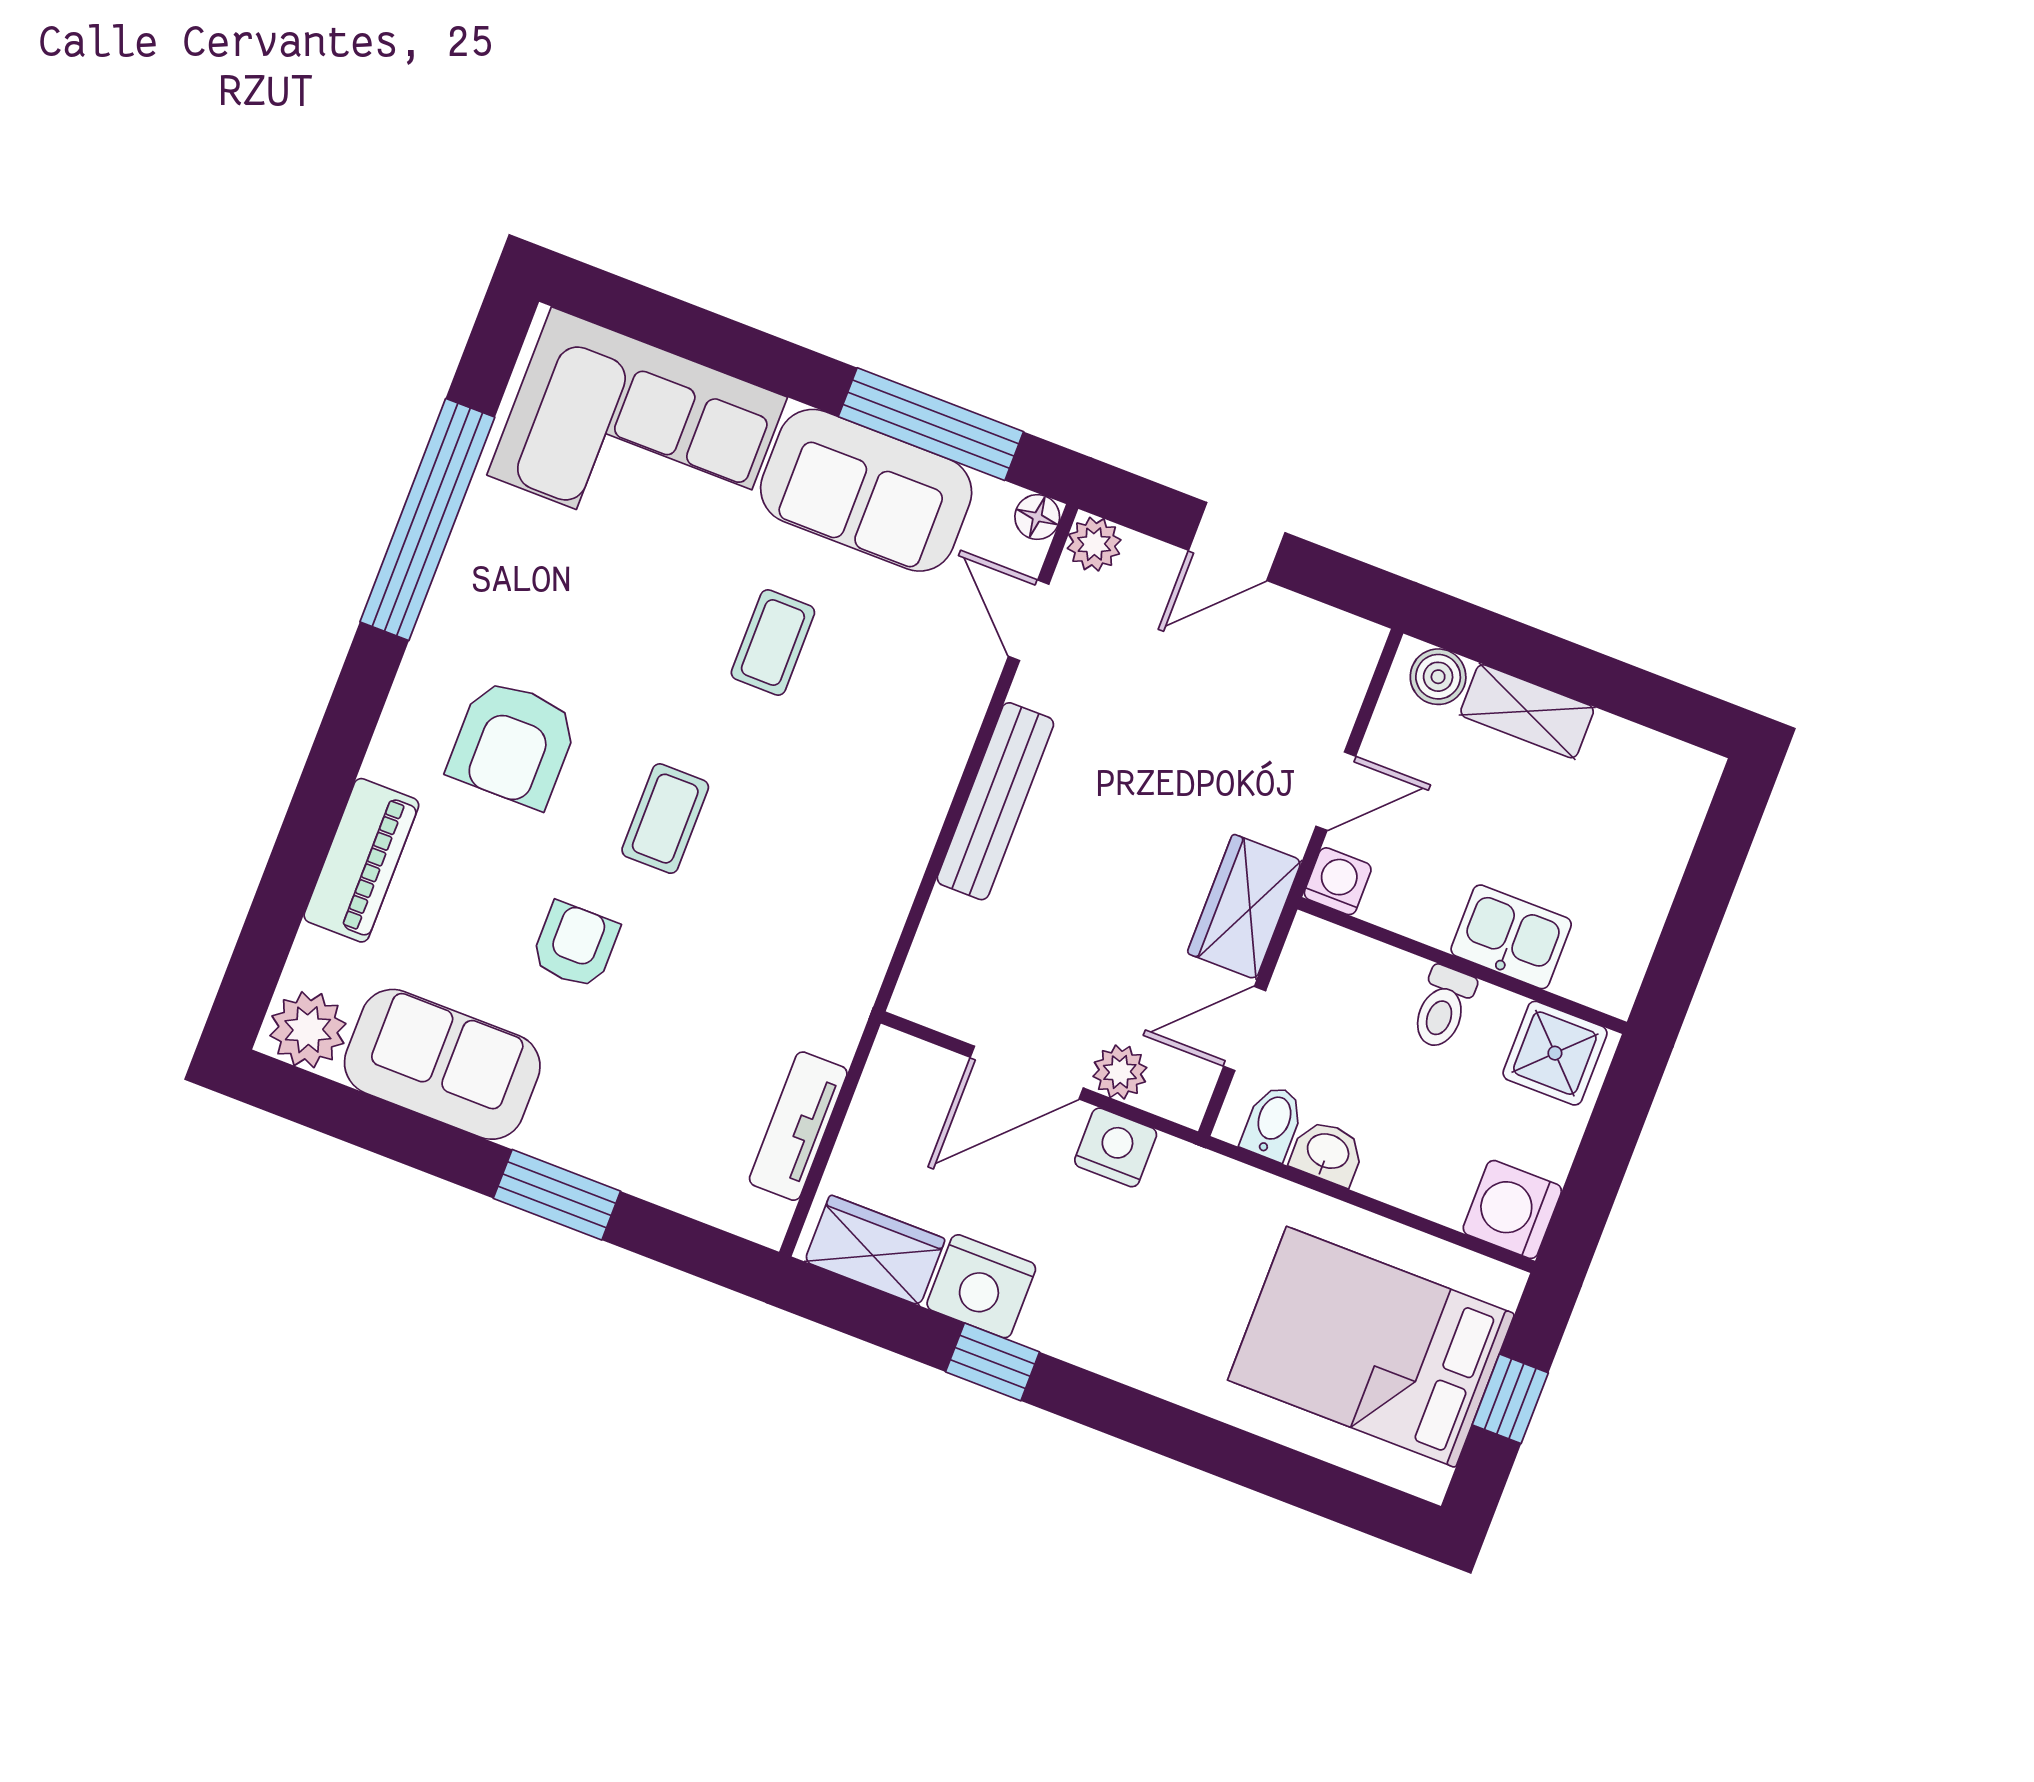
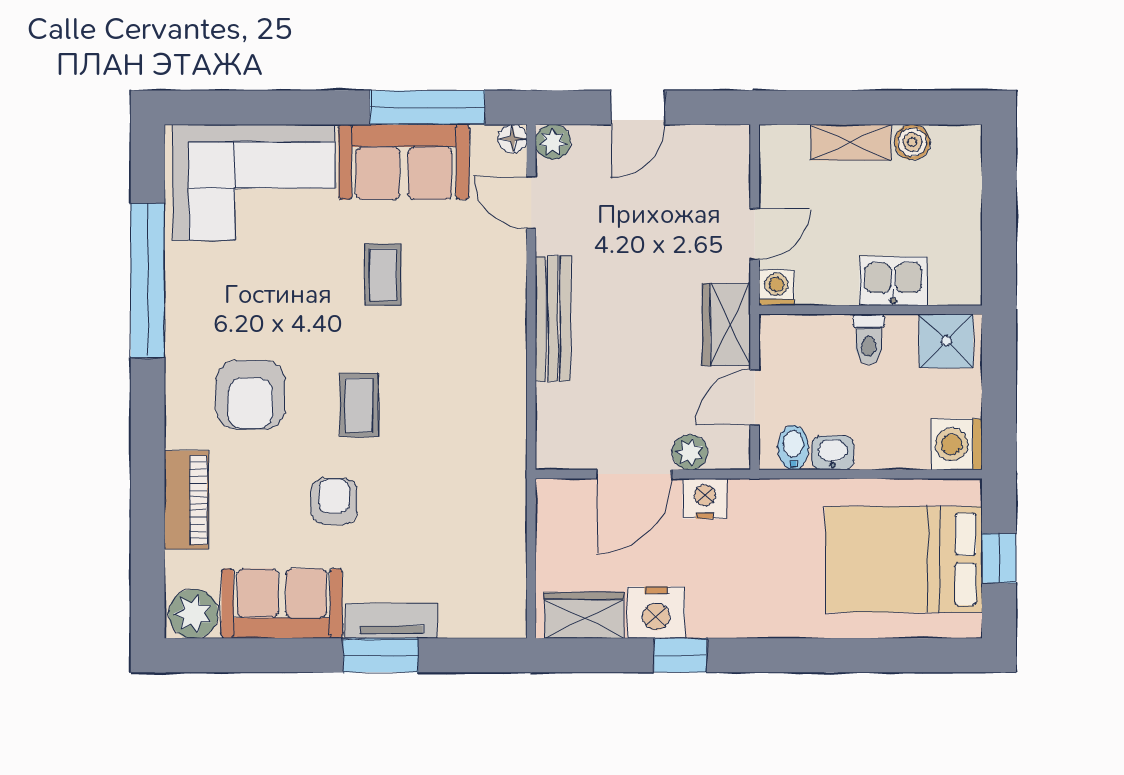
boiler: (1438, 677) -> (912, 142), moved
tv unit: (798, 1126) -> (391, 621), moved, turned 90

